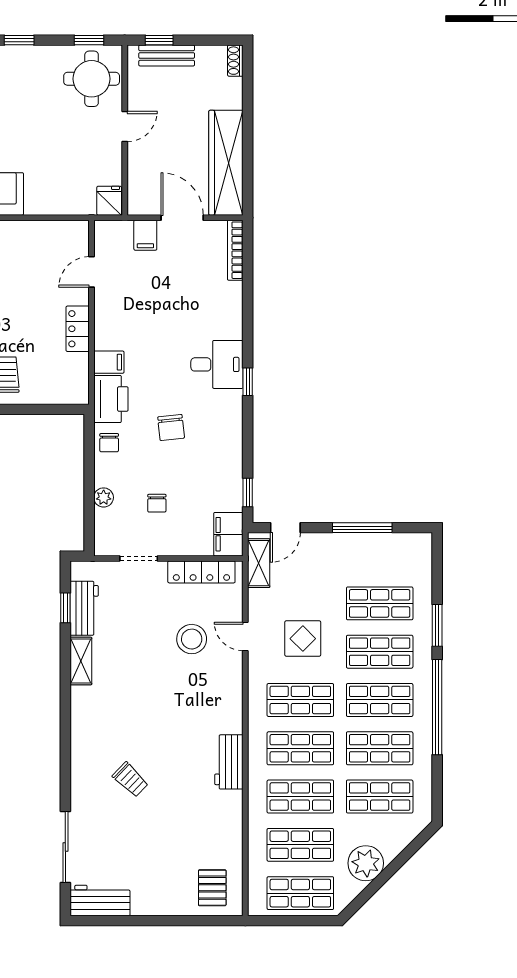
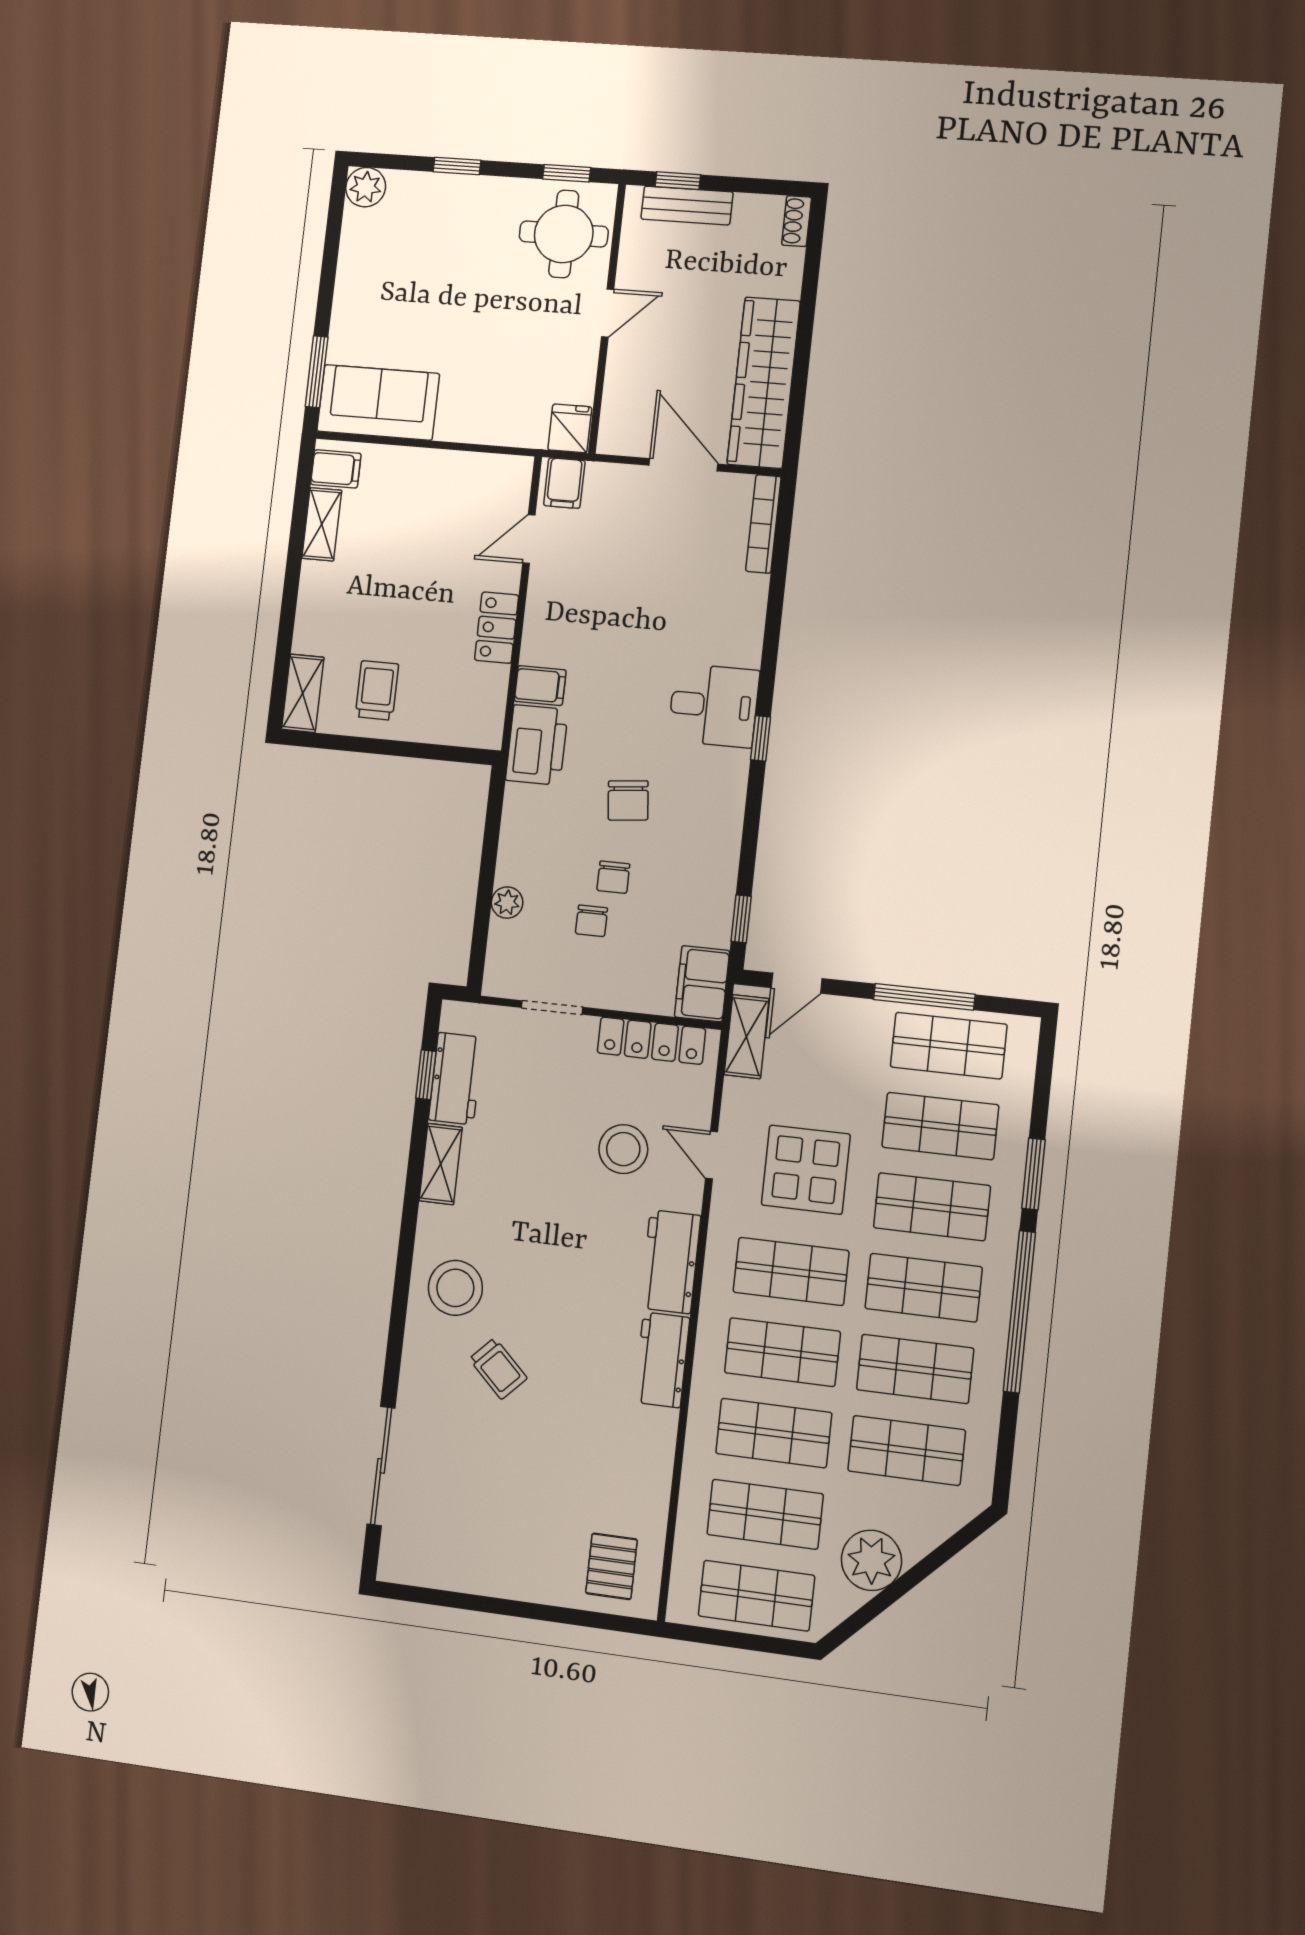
filing cabinet: (145, 235) -> (564, 483), moved
chair: (109, 443) -> (613, 877), moved
shop shelf: (380, 555) -> (949, 1046), added
display table: (303, 639) -> (806, 1170), width x1.36, depth x1.36
stool: (99, 735) -> (455, 1288), added
workbench: (100, 900) -> (670, 1262), moved, turned -90

